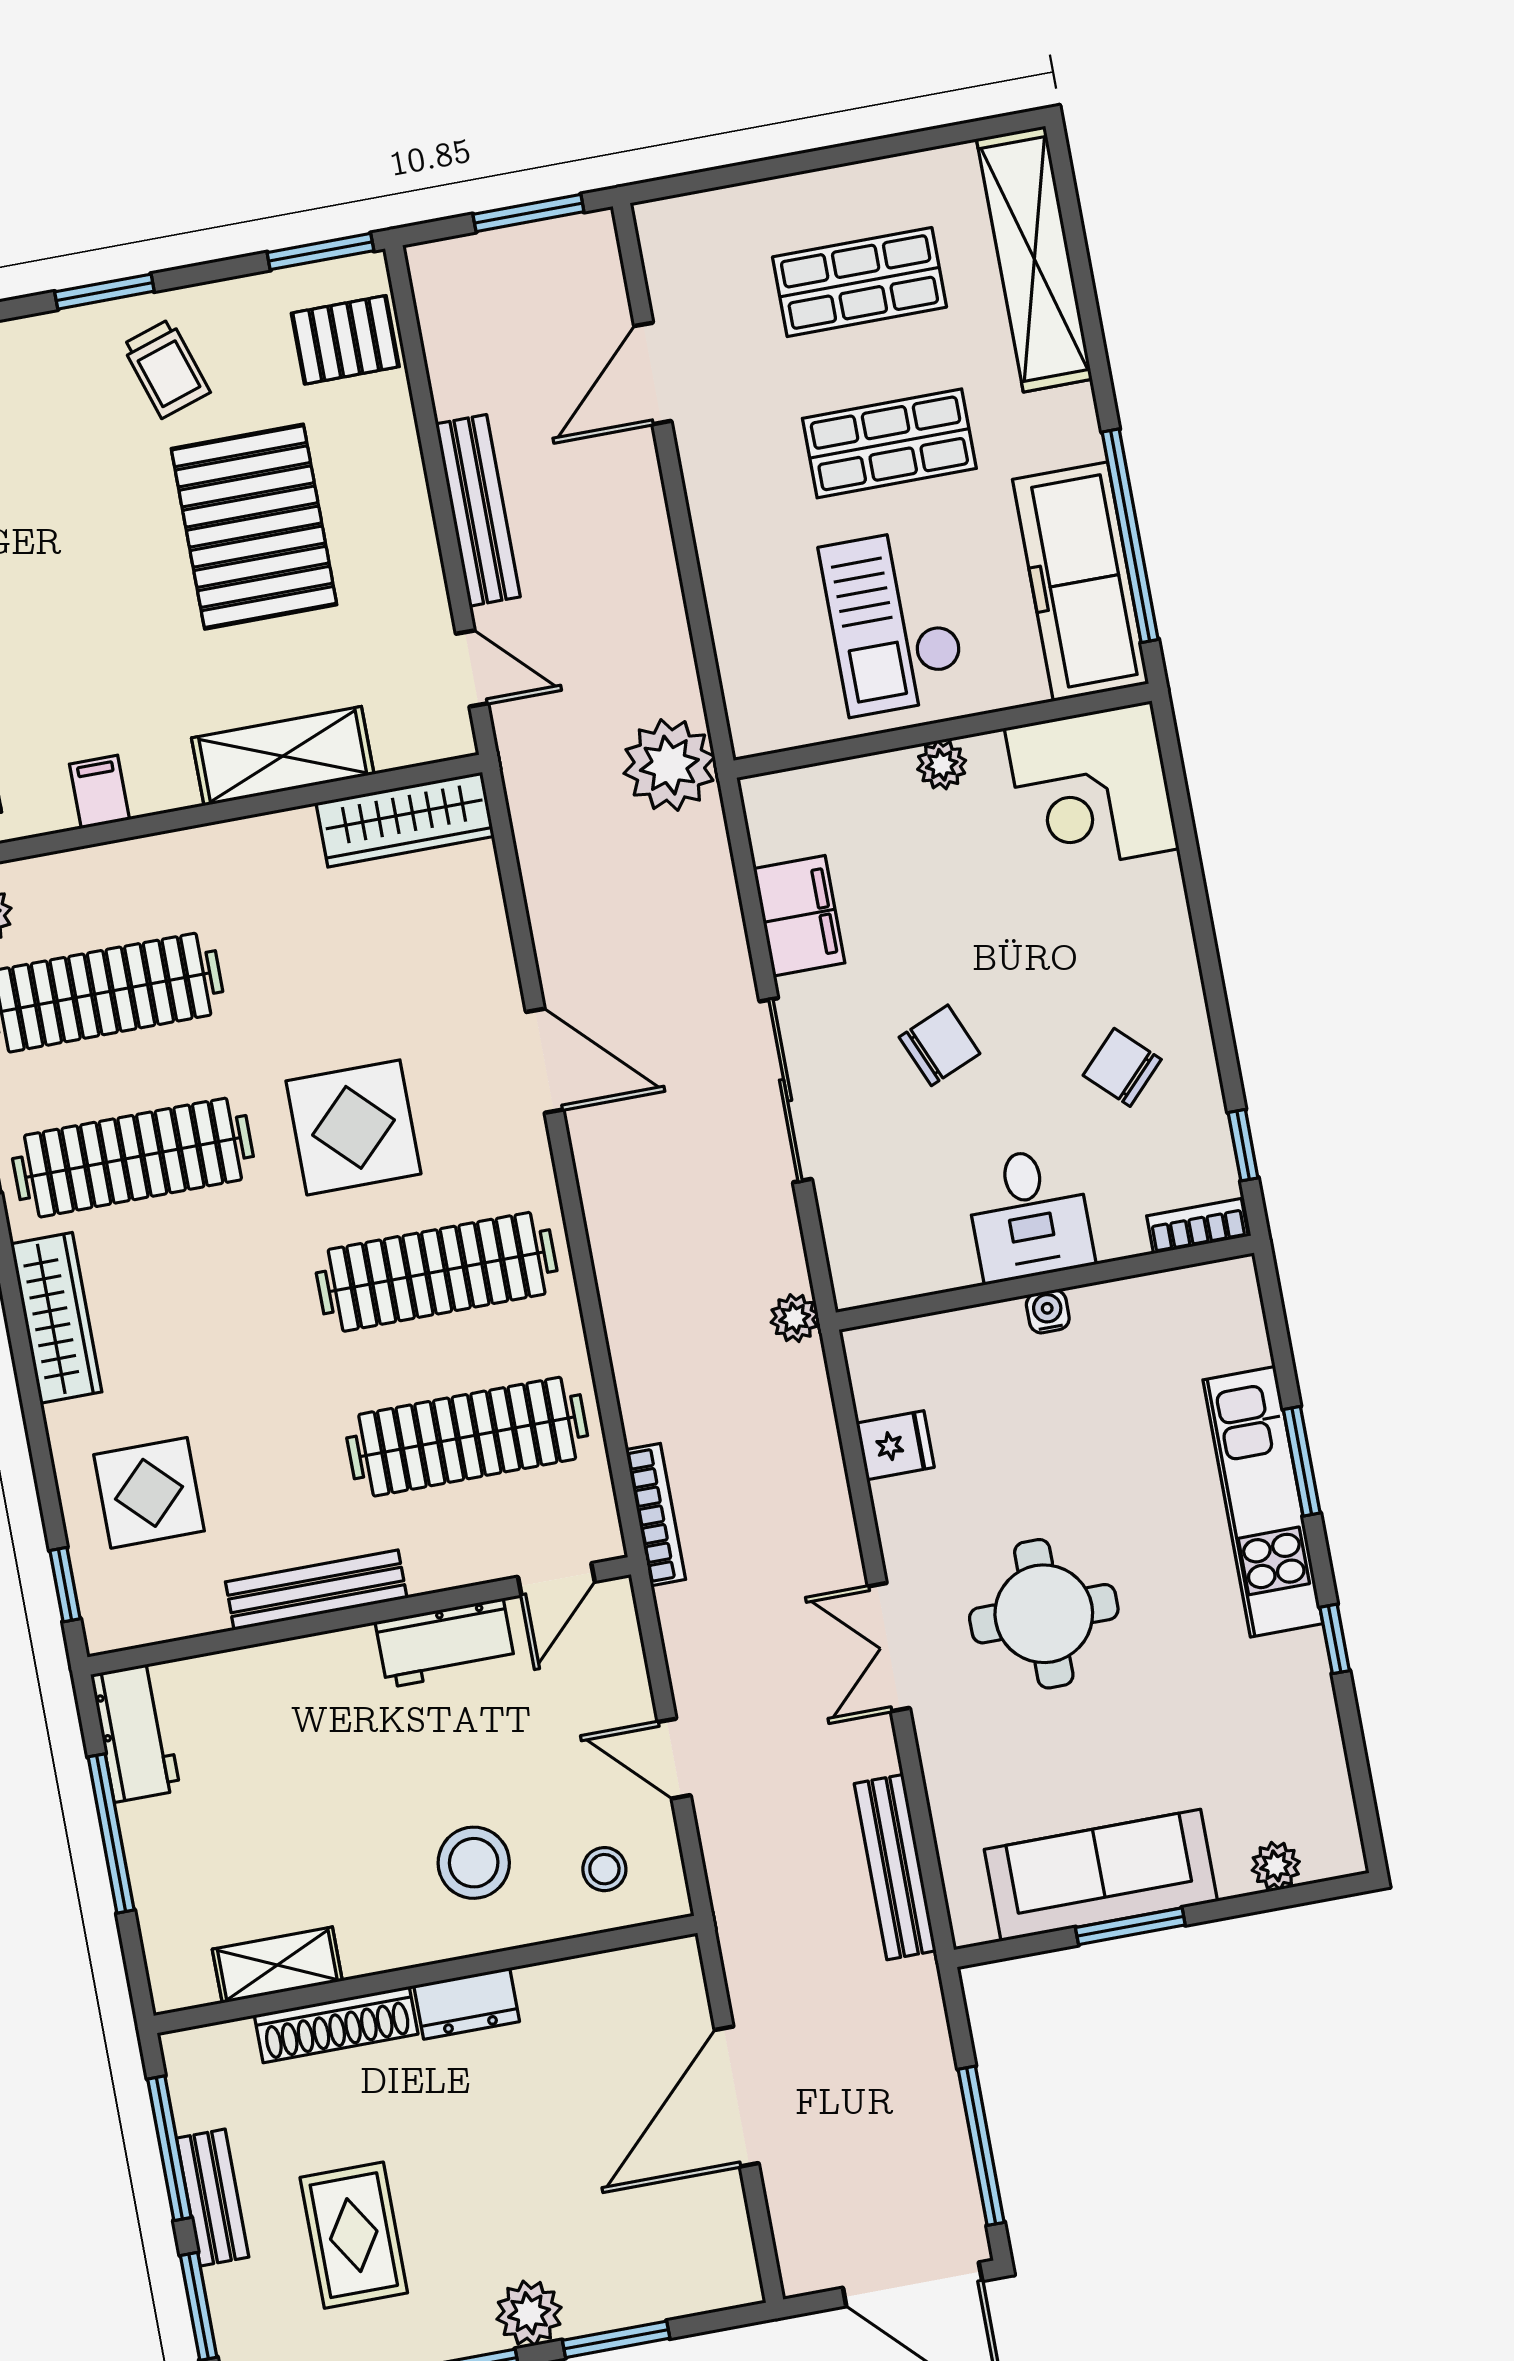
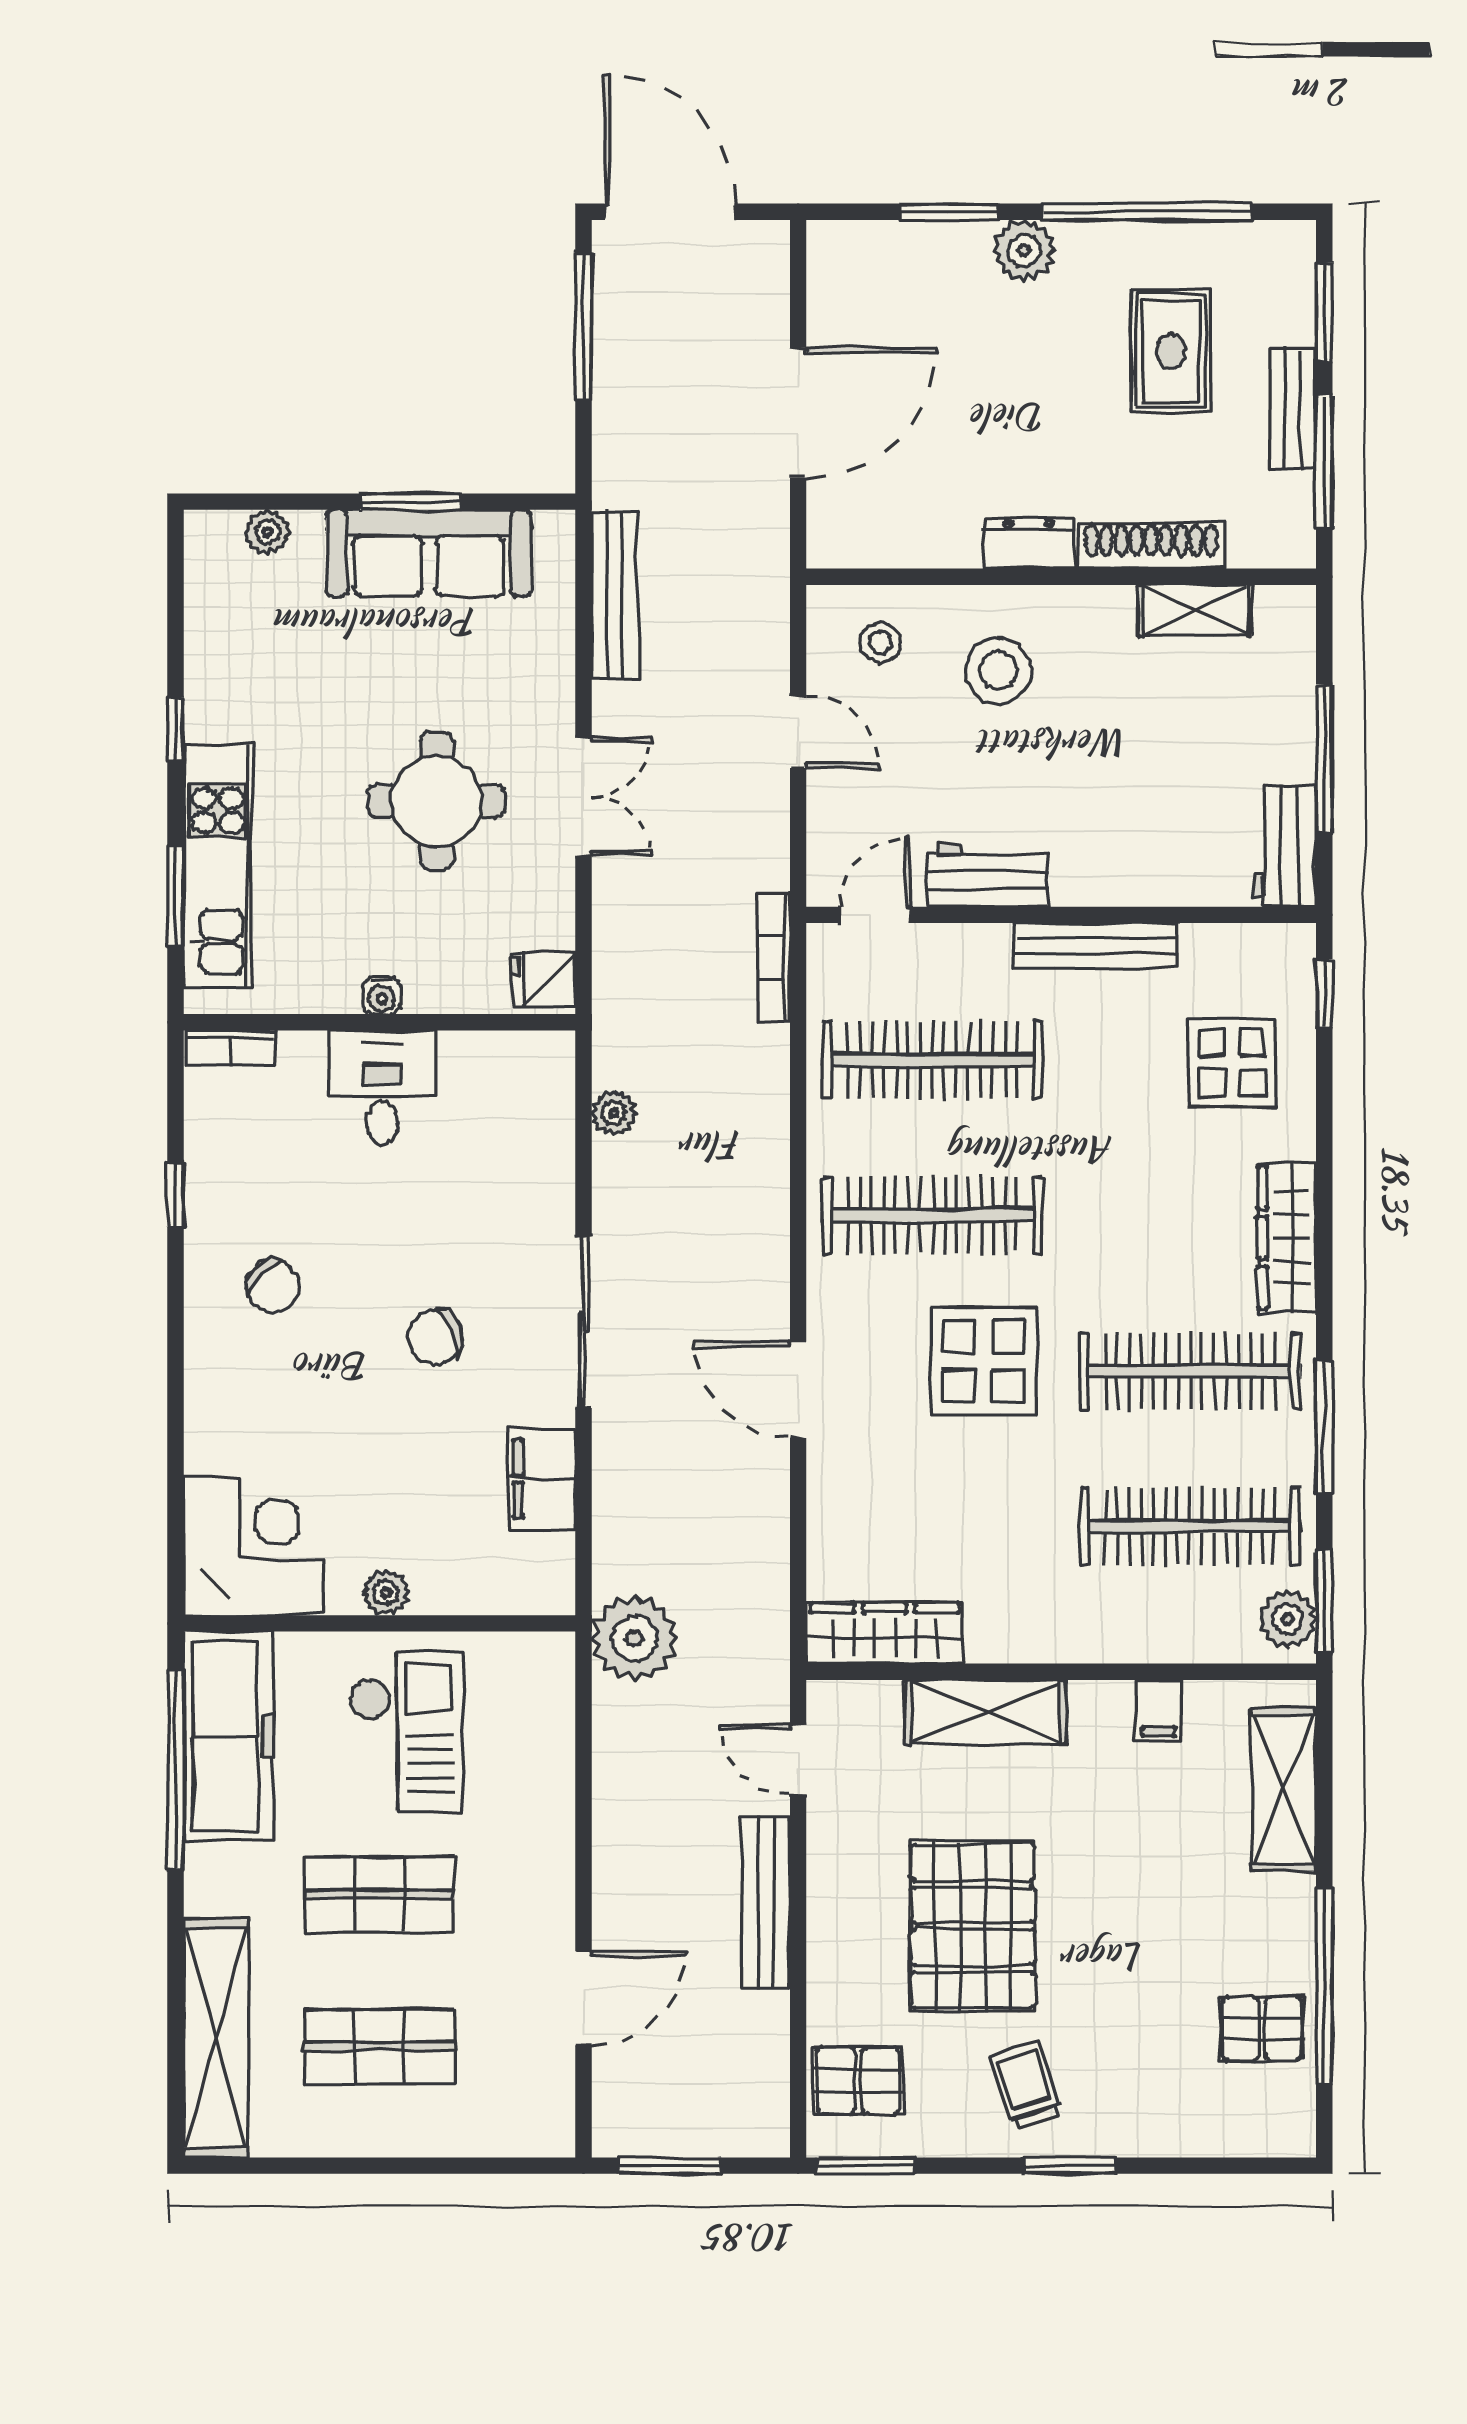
desk: (1029, 1214) -> (382, 1087), moved
bookcase: (1198, 1226) -> (231, 1048), moved
wall: (1045, 1283) -> (379, 1022), moved
water cooler: (1048, 1311) -> (382, 996), moved

